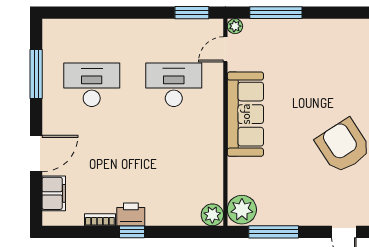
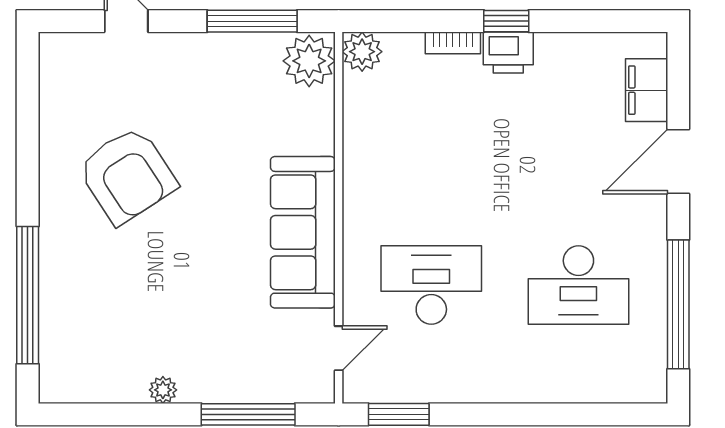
plant: (235, 26) -> (163, 390), moved
window: (36, 74) -> (678, 304), width x1.46
desk: (174, 85) -> (431, 285), turned 180
bookcase: (100, 220) -> (453, 43), moved

